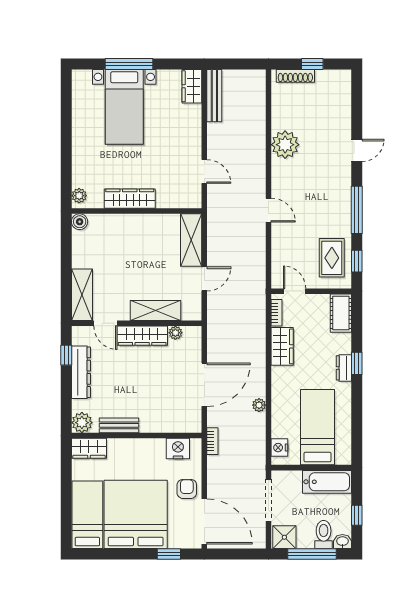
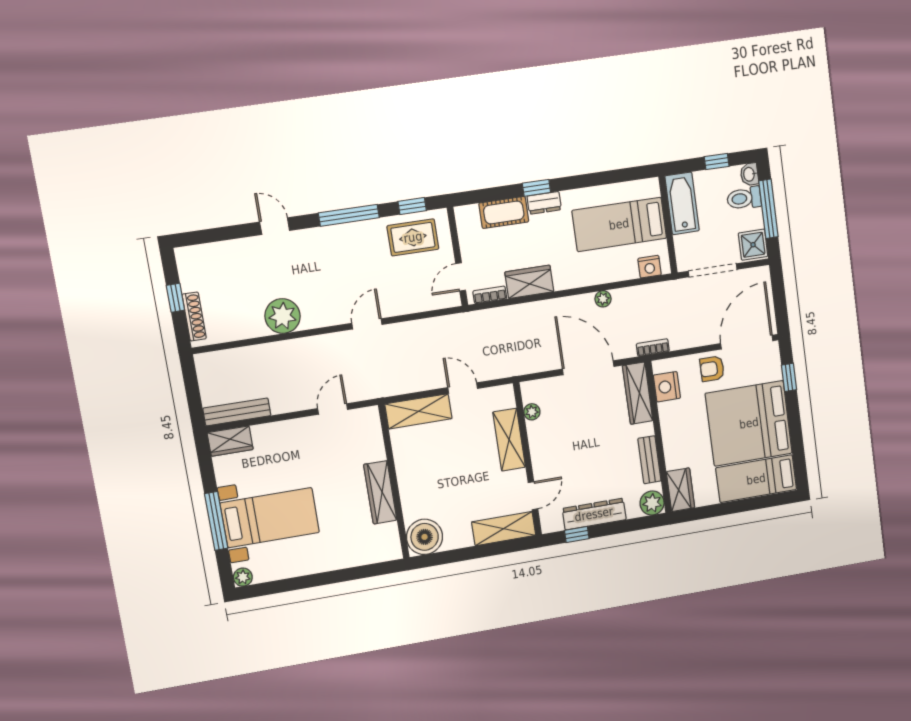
plant: (79, 196) -> (243, 577), moved
boiler: (80, 222) -> (425, 537), width x1.86, depth x1.86
cot: (341, 313) -> (504, 212), moved
wardrobe: (142, 336) -> (638, 393), moved, turned 180

